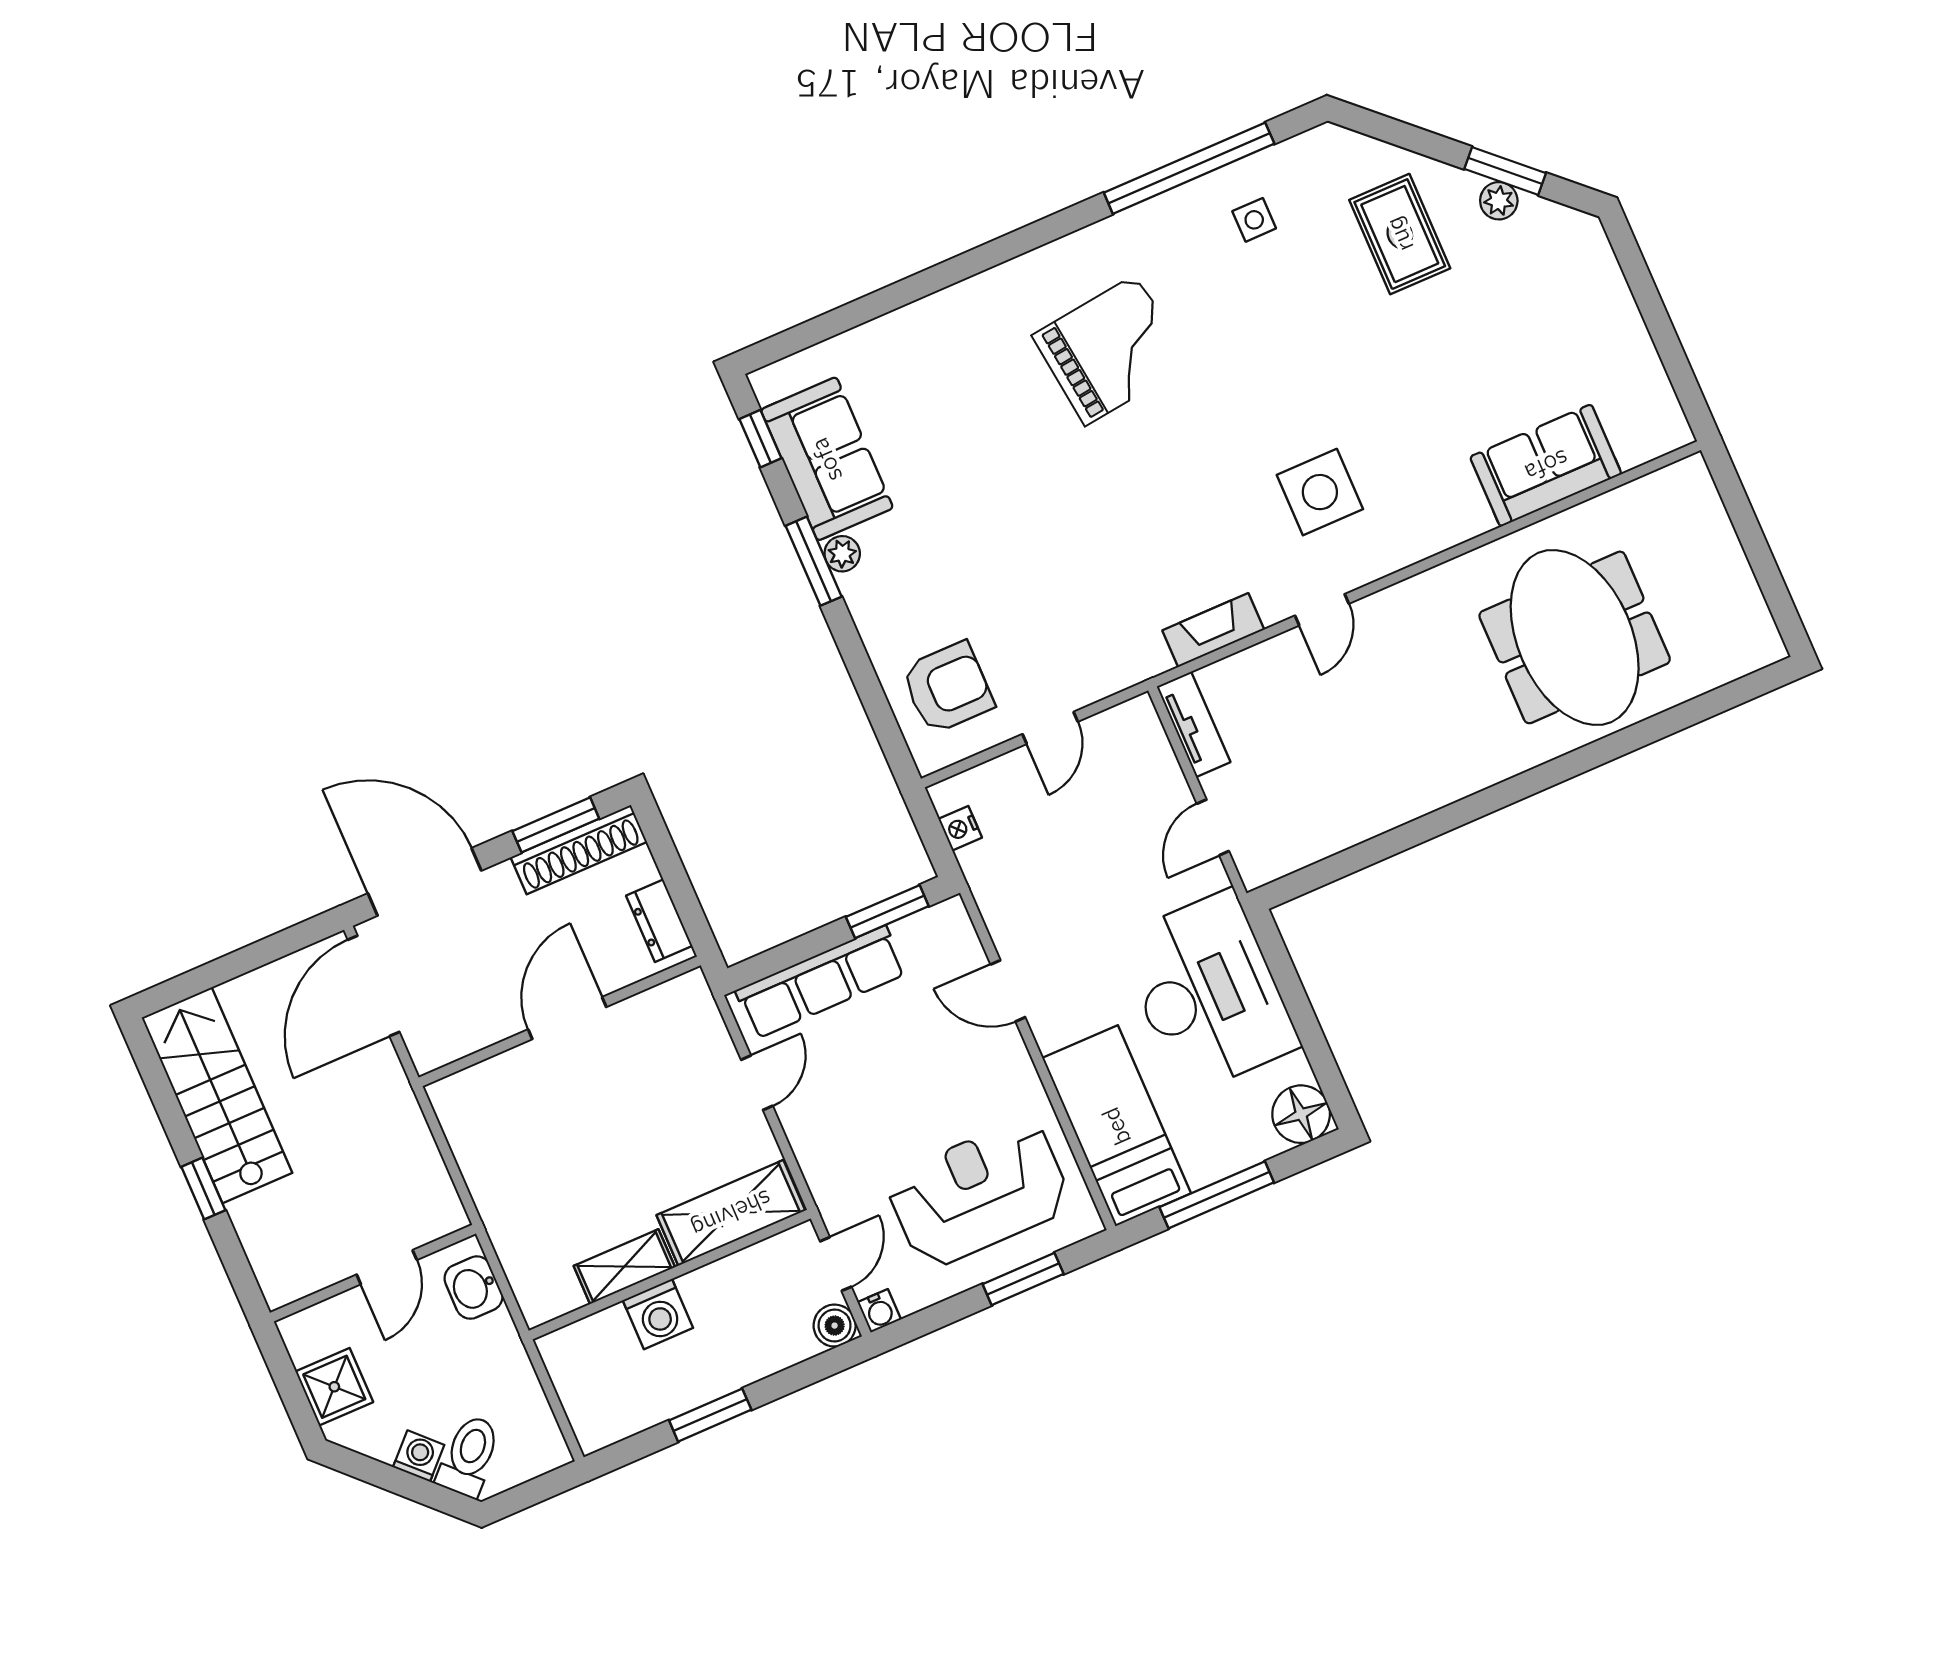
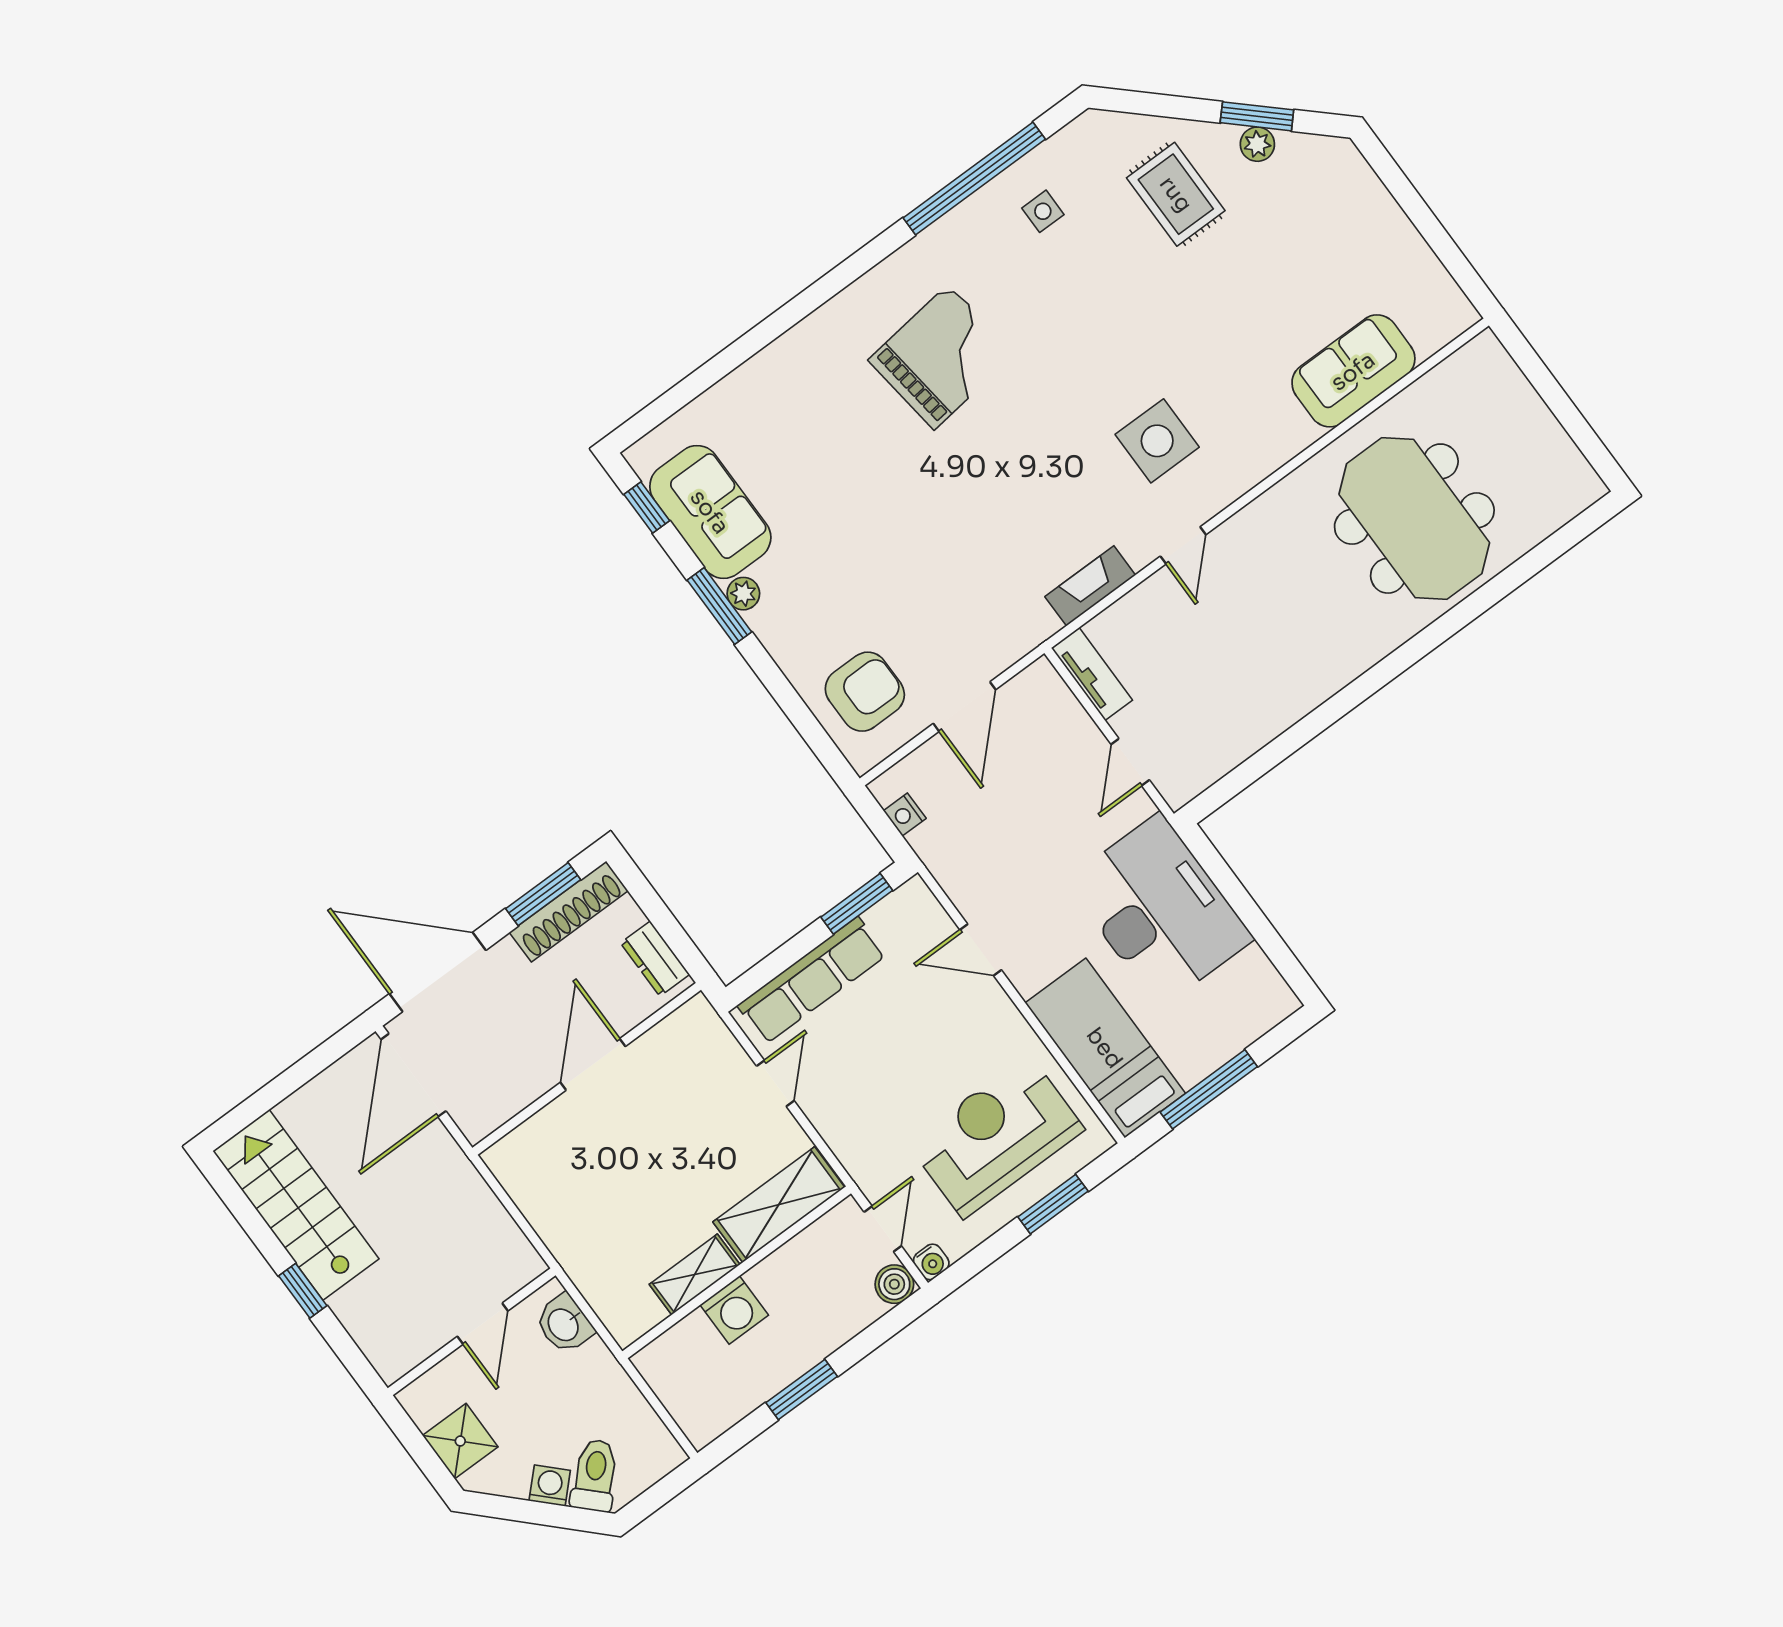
door: (1050, 728) -> (965, 707), width x1.38
floor lamp: (1301, 1114) -> (1268, 1000), removed

